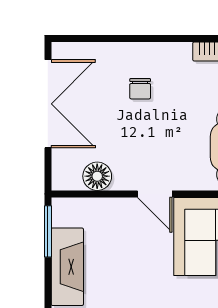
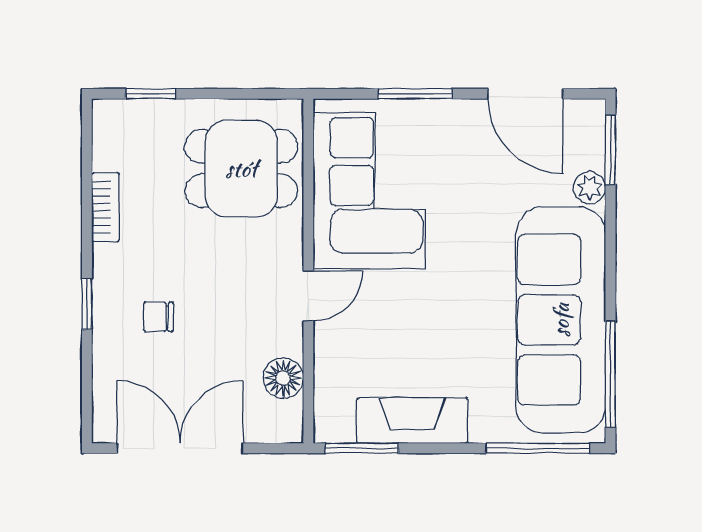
window: (149, 38) -> (87, 304), added
chair: (140, 89) -> (158, 317), turned 180

